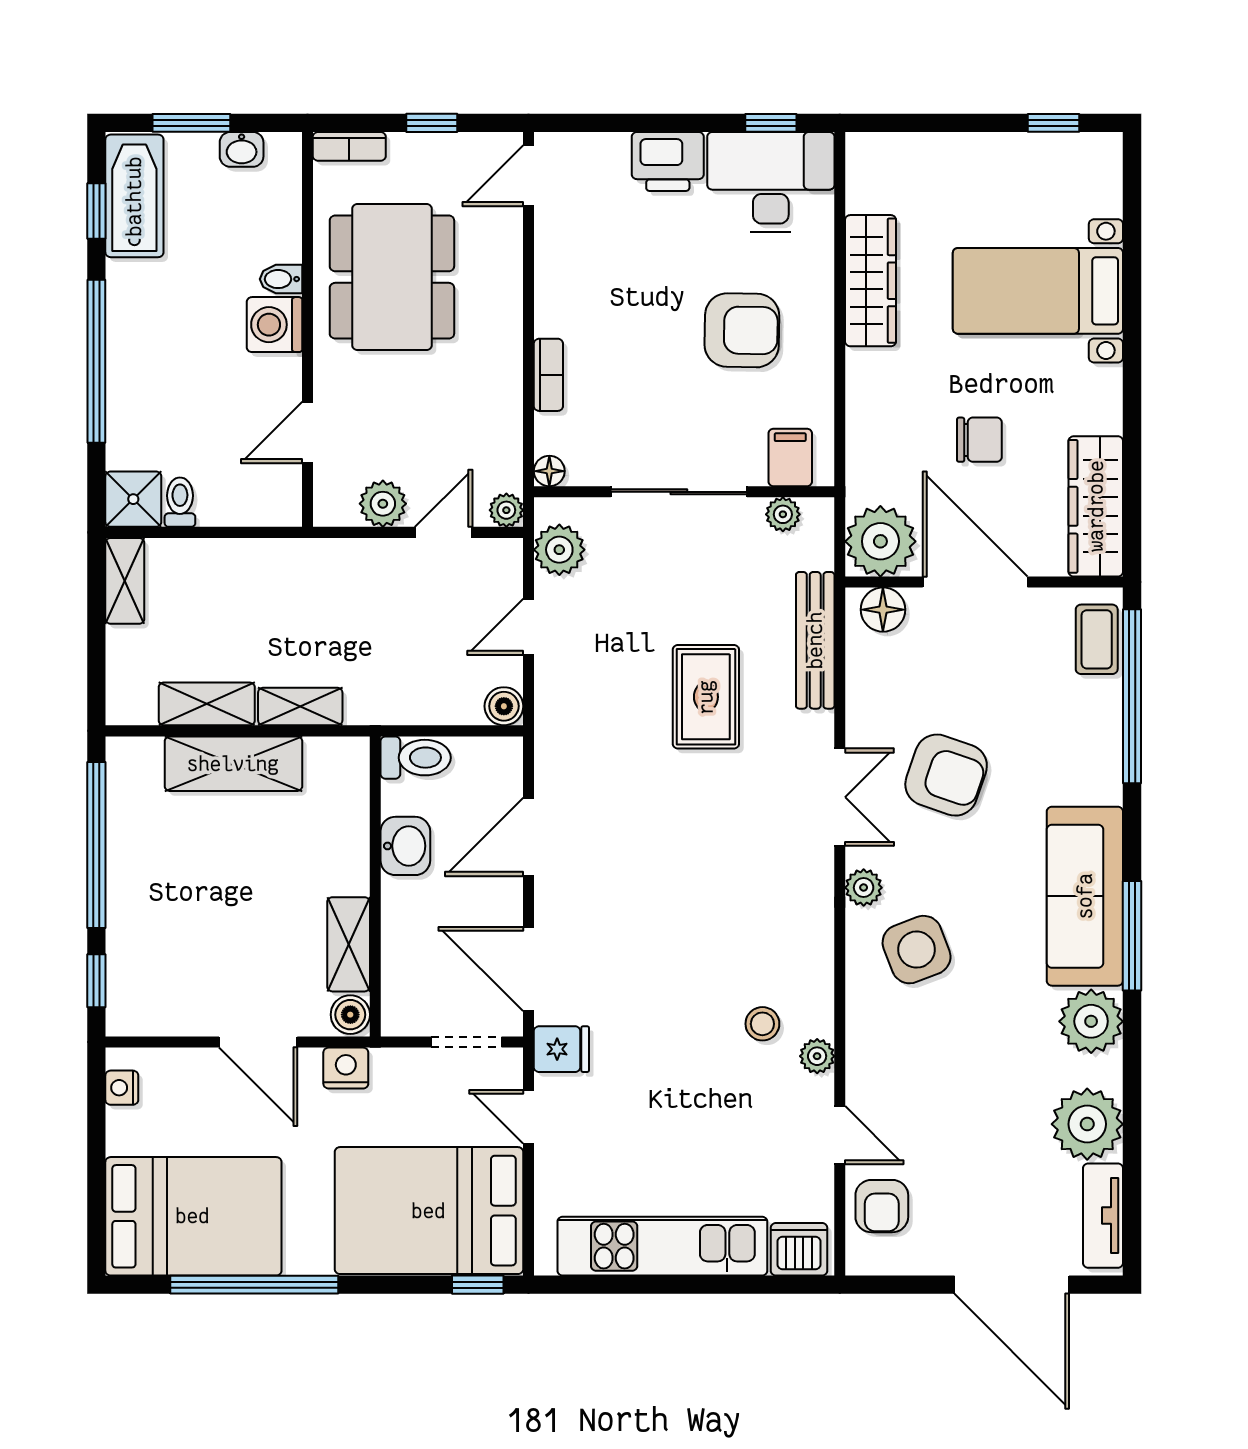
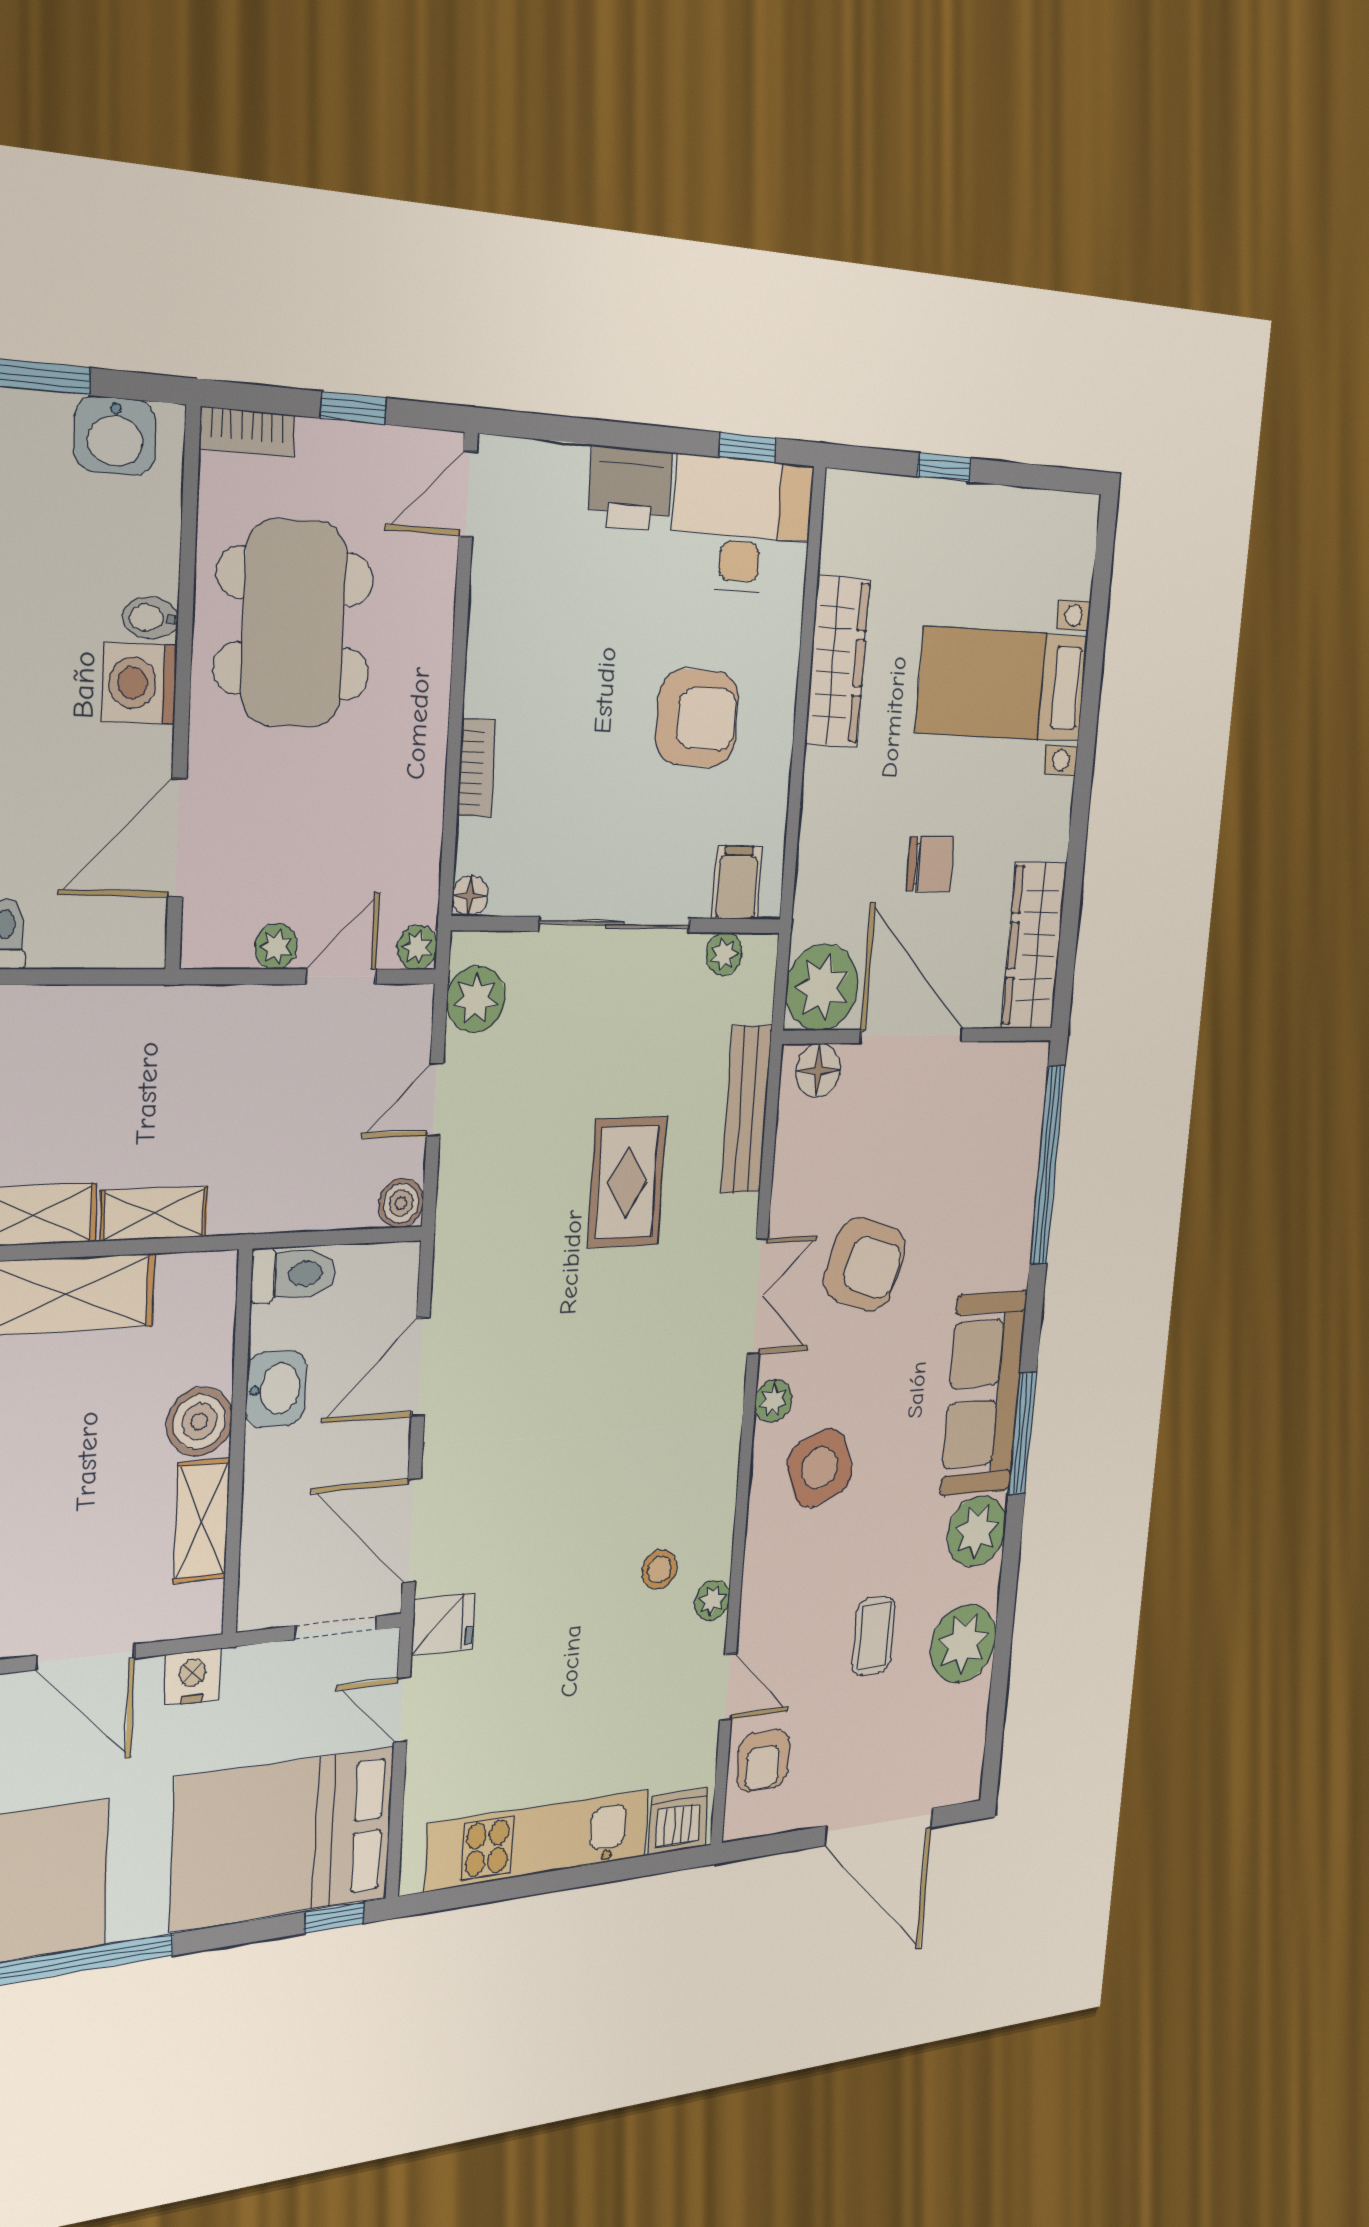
window: (1054, 123) -> (944, 467), moved
washbasin: (242, 149) -> (115, 436), width x1.38, depth x1.45
door: (308, 432) -> (177, 838), width x1.38
plant: (383, 504) -> (276, 946), width x0.73, depth x0.73
coffee table: (1097, 639) -> (874, 1636), moved
boiler: (350, 1015) -> (199, 1422), moved, width x1.36, depth x1.36
tv unit: (1103, 1216) -> (968, 1740), removed

